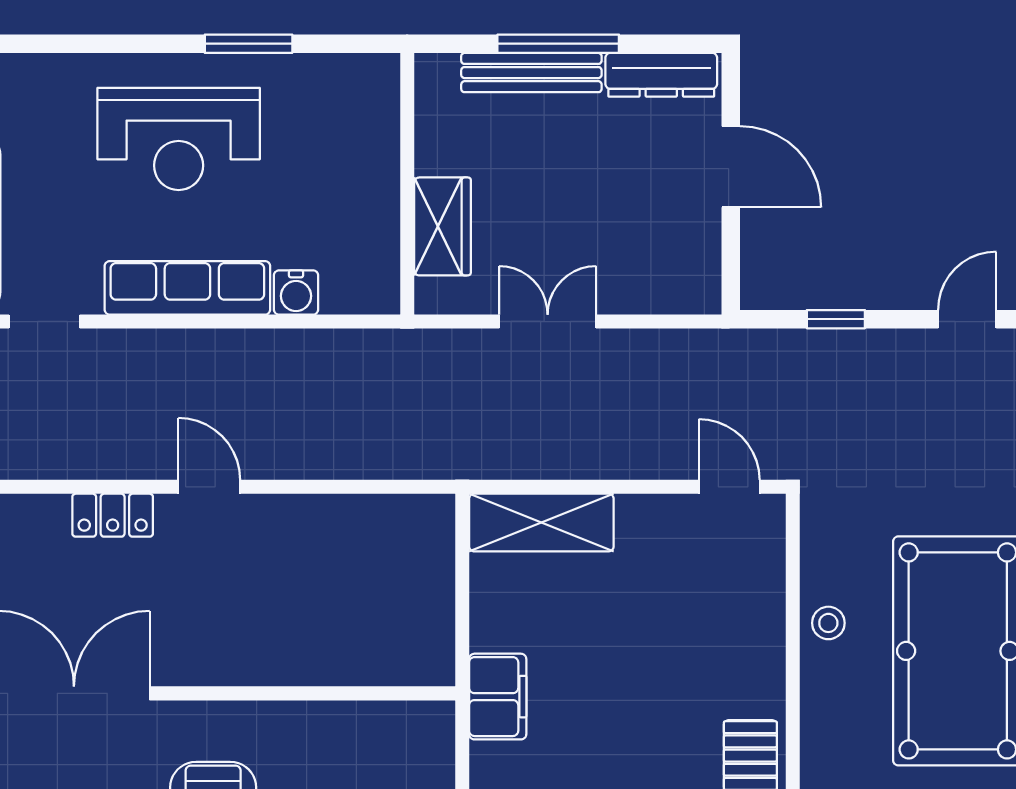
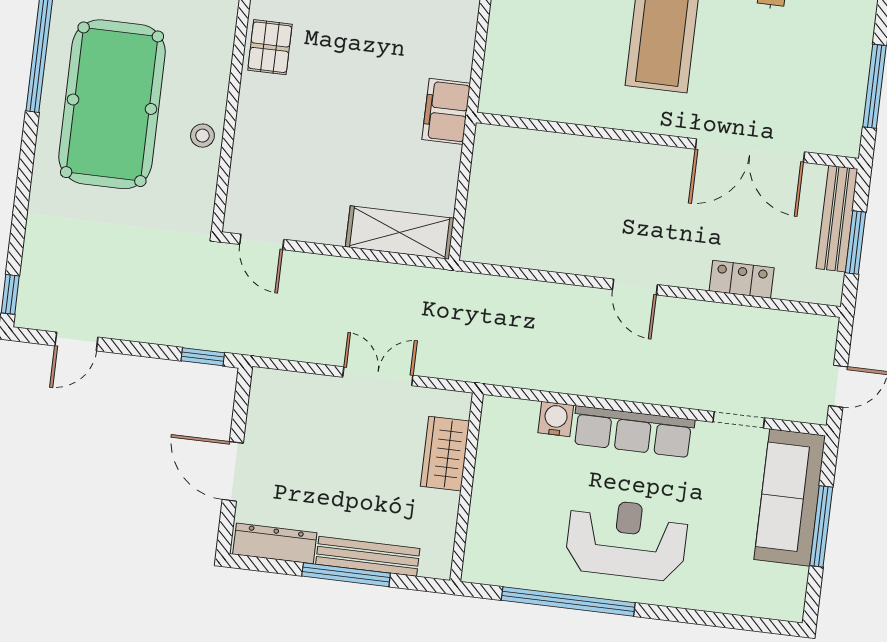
window: (249, 44) -> (568, 602), width x2.11
window: (836, 319) -> (203, 357), moved
double door: (548, 321) -> (378, 376), swing flipped
locker: (113, 515) -> (742, 279), moved

